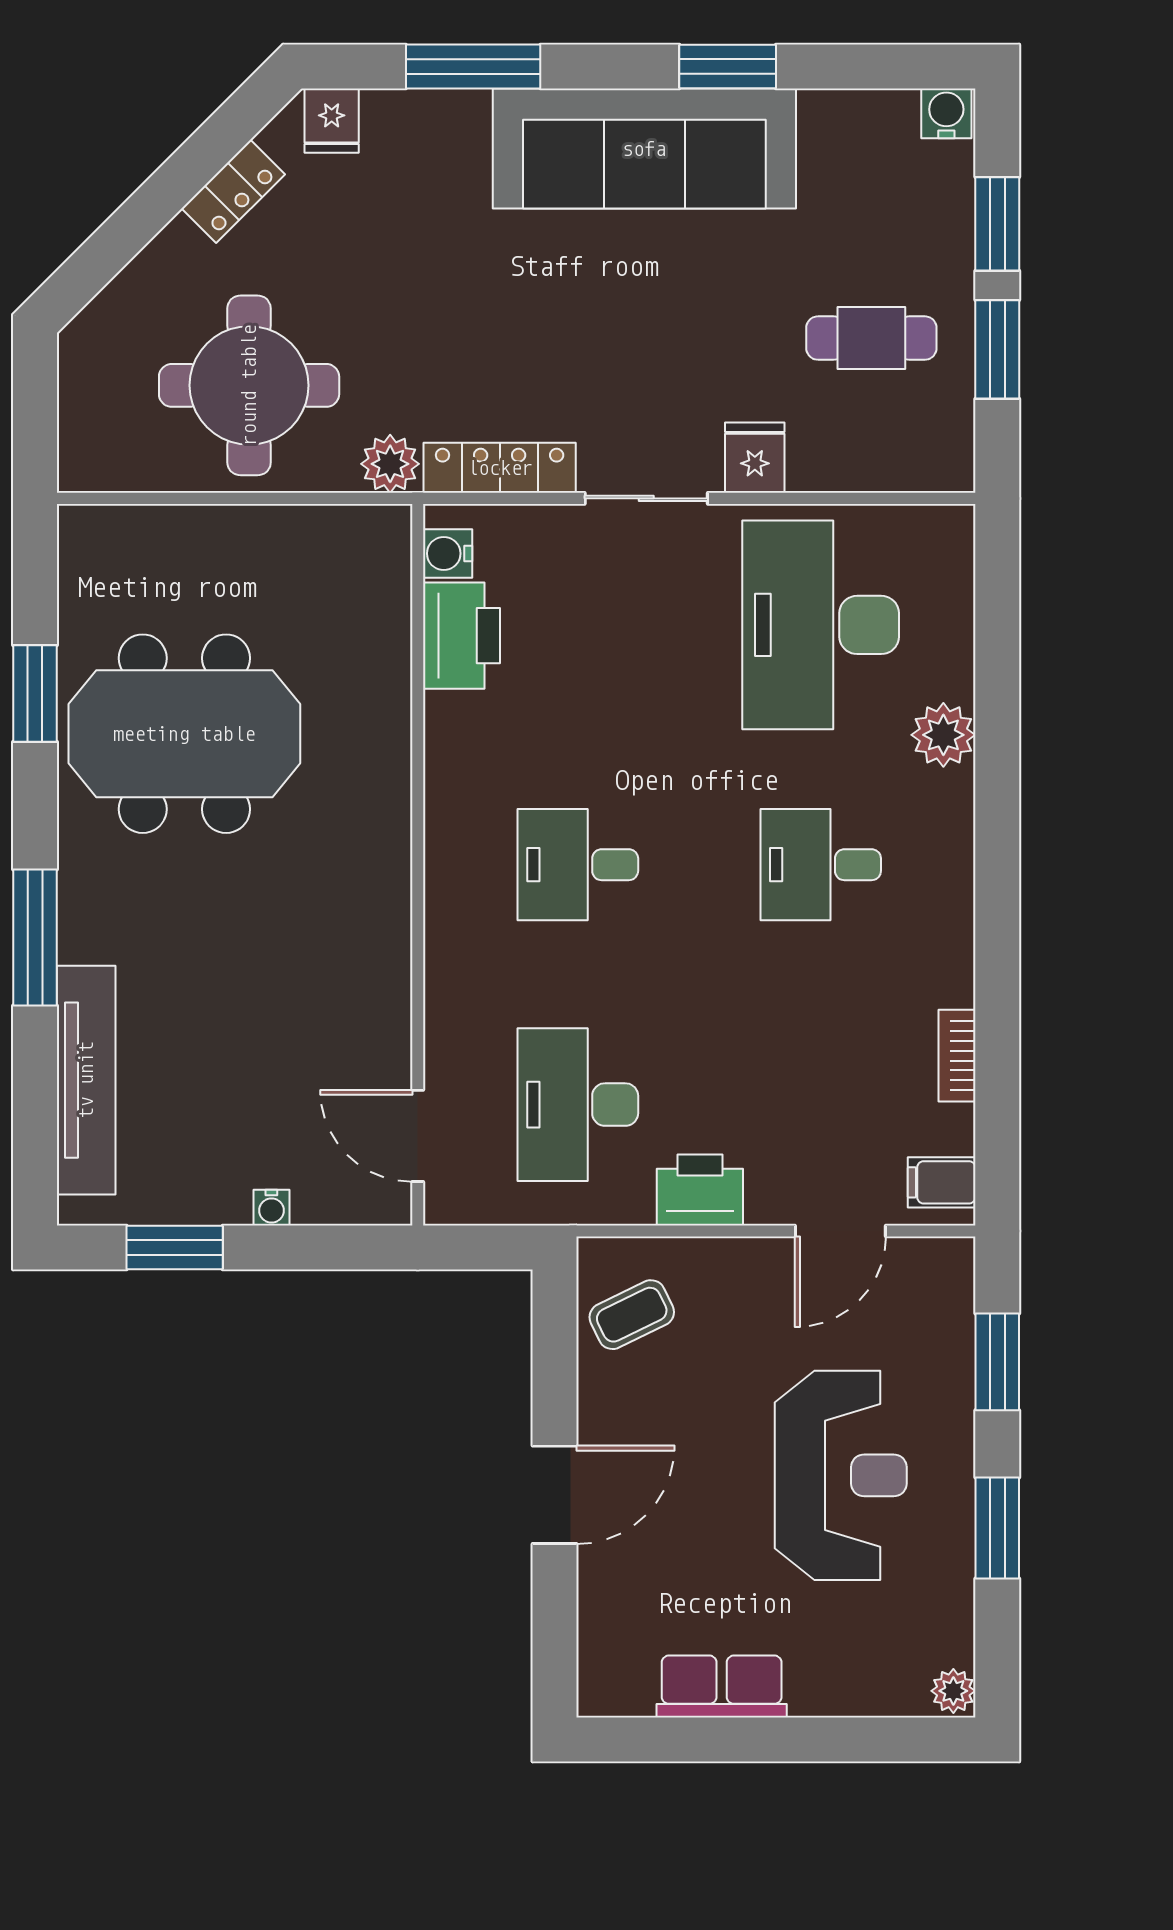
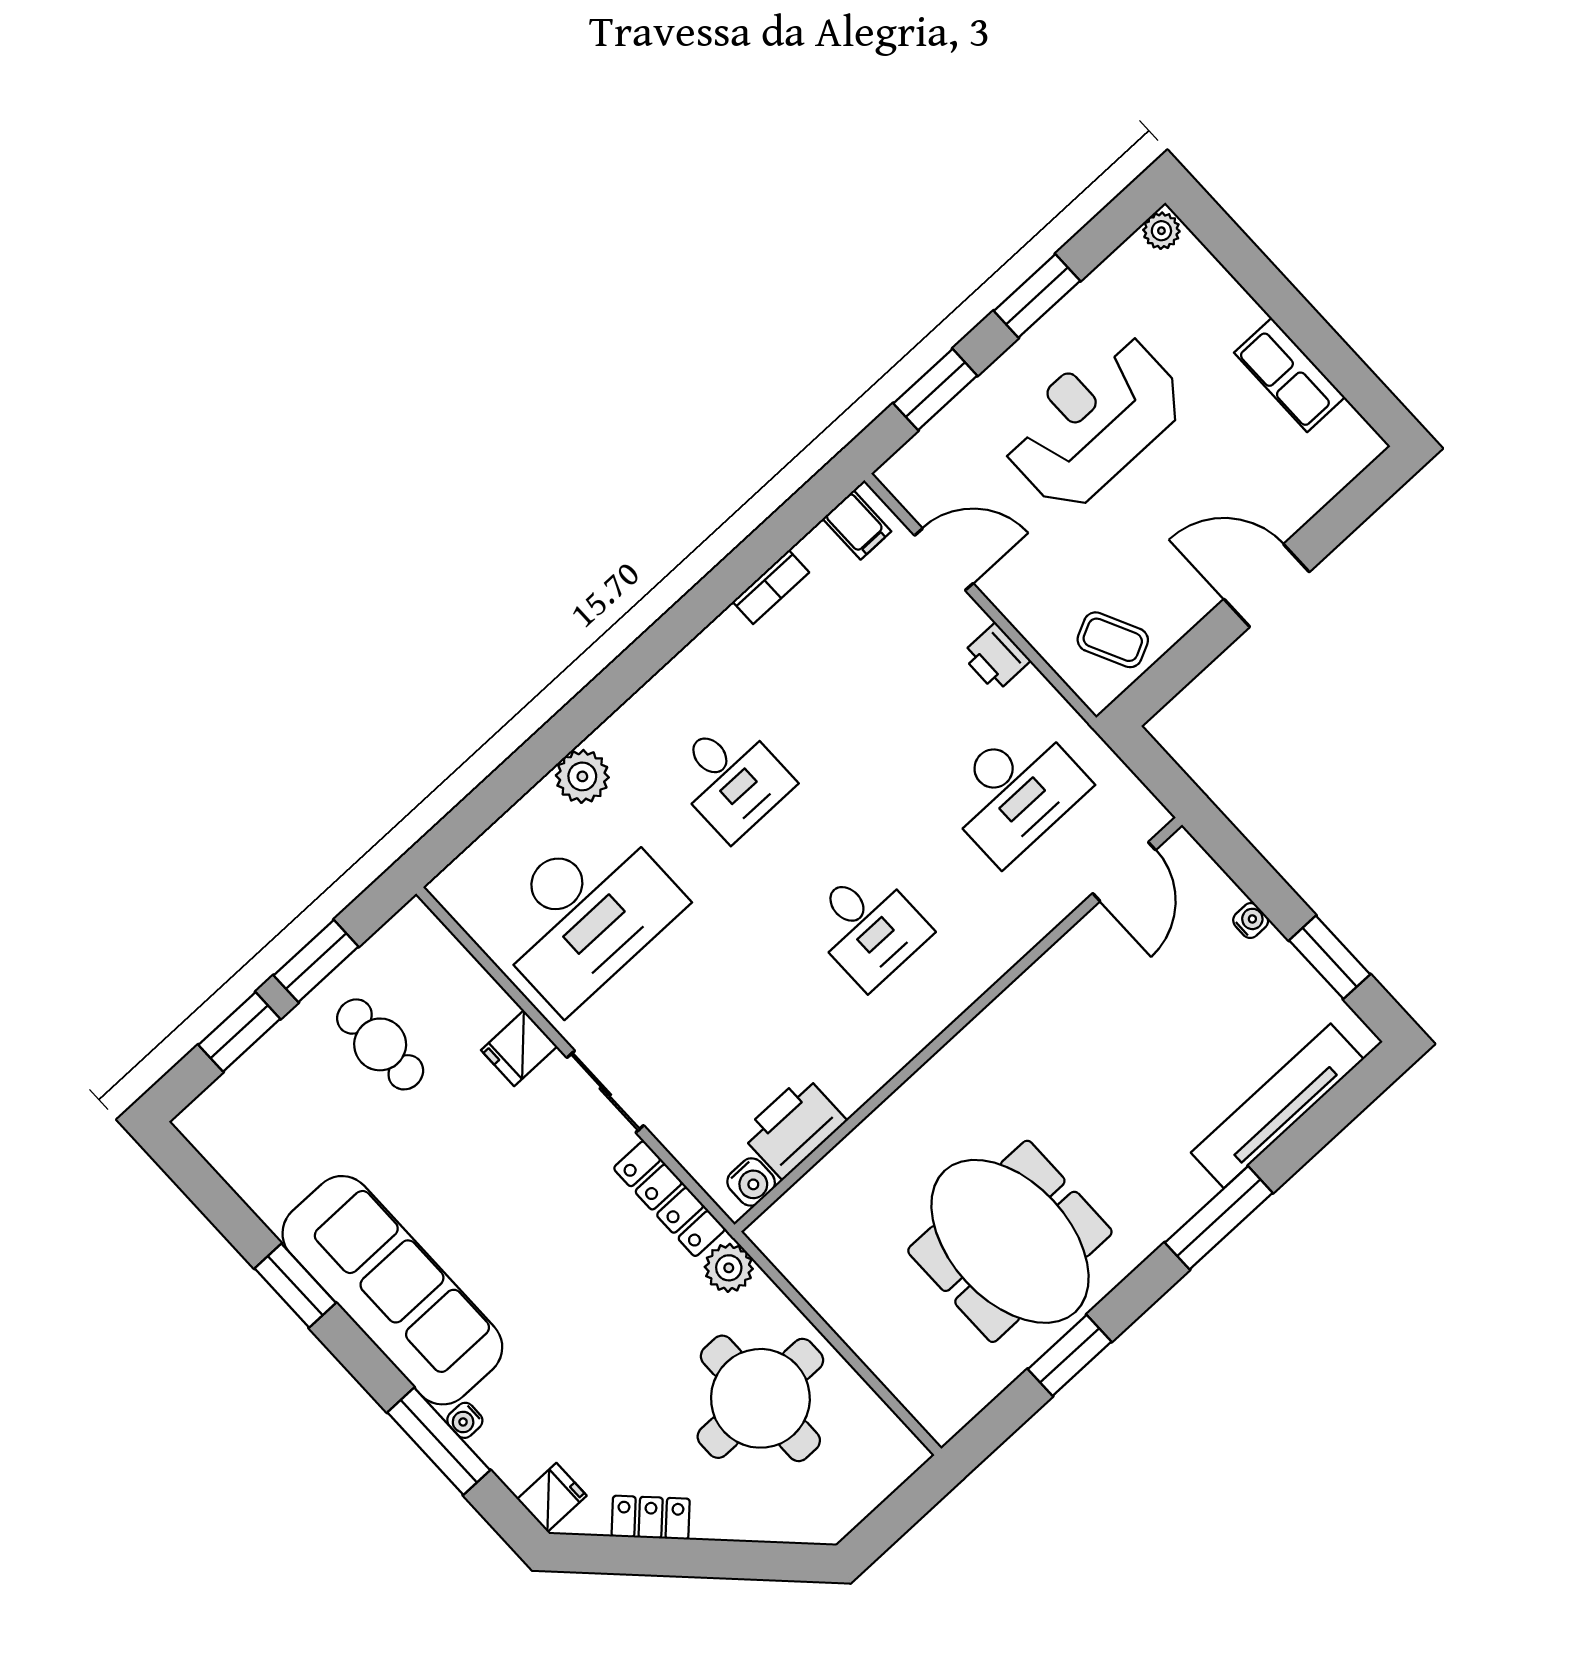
water cooler: (946, 113) -> (465, 1420), moved, width x0.72, depth x0.72
printer: (700, 1190) -> (996, 658), width x0.73, depth x0.81

